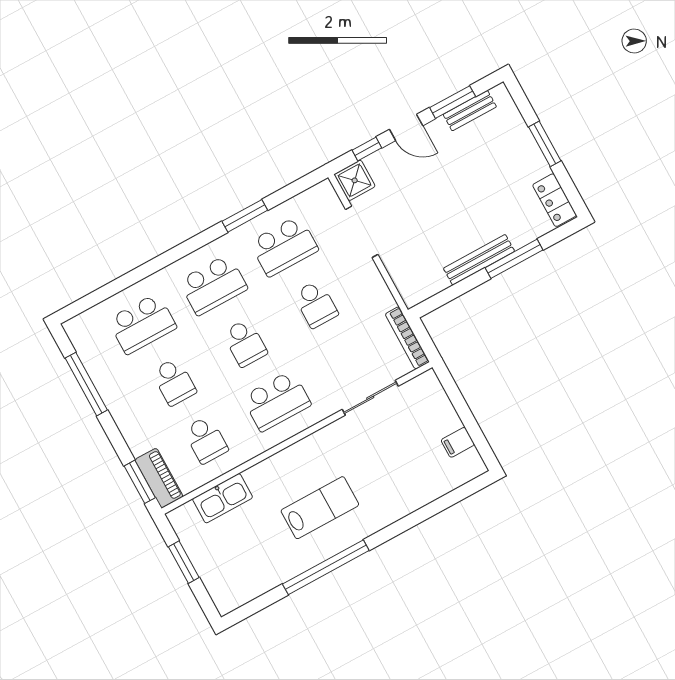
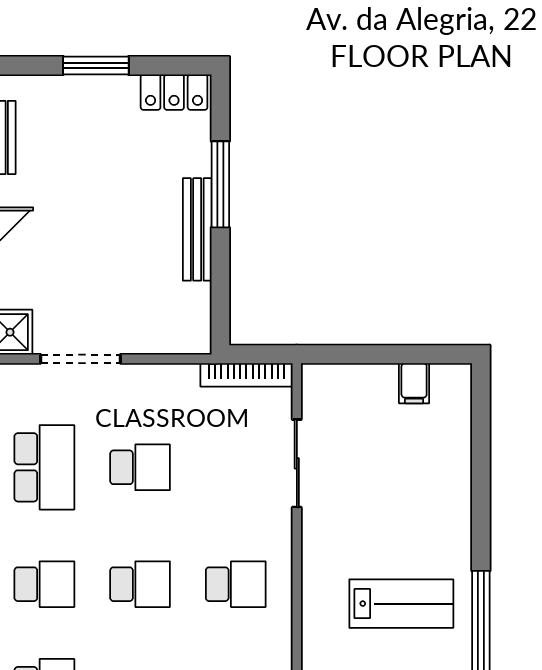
school desk: (213, 285) -> (44, 584), width x0.54
school desk: (277, 401) -> (236, 584), width x0.54
lab bench: (320, 508) -> (401, 604), turned 90

